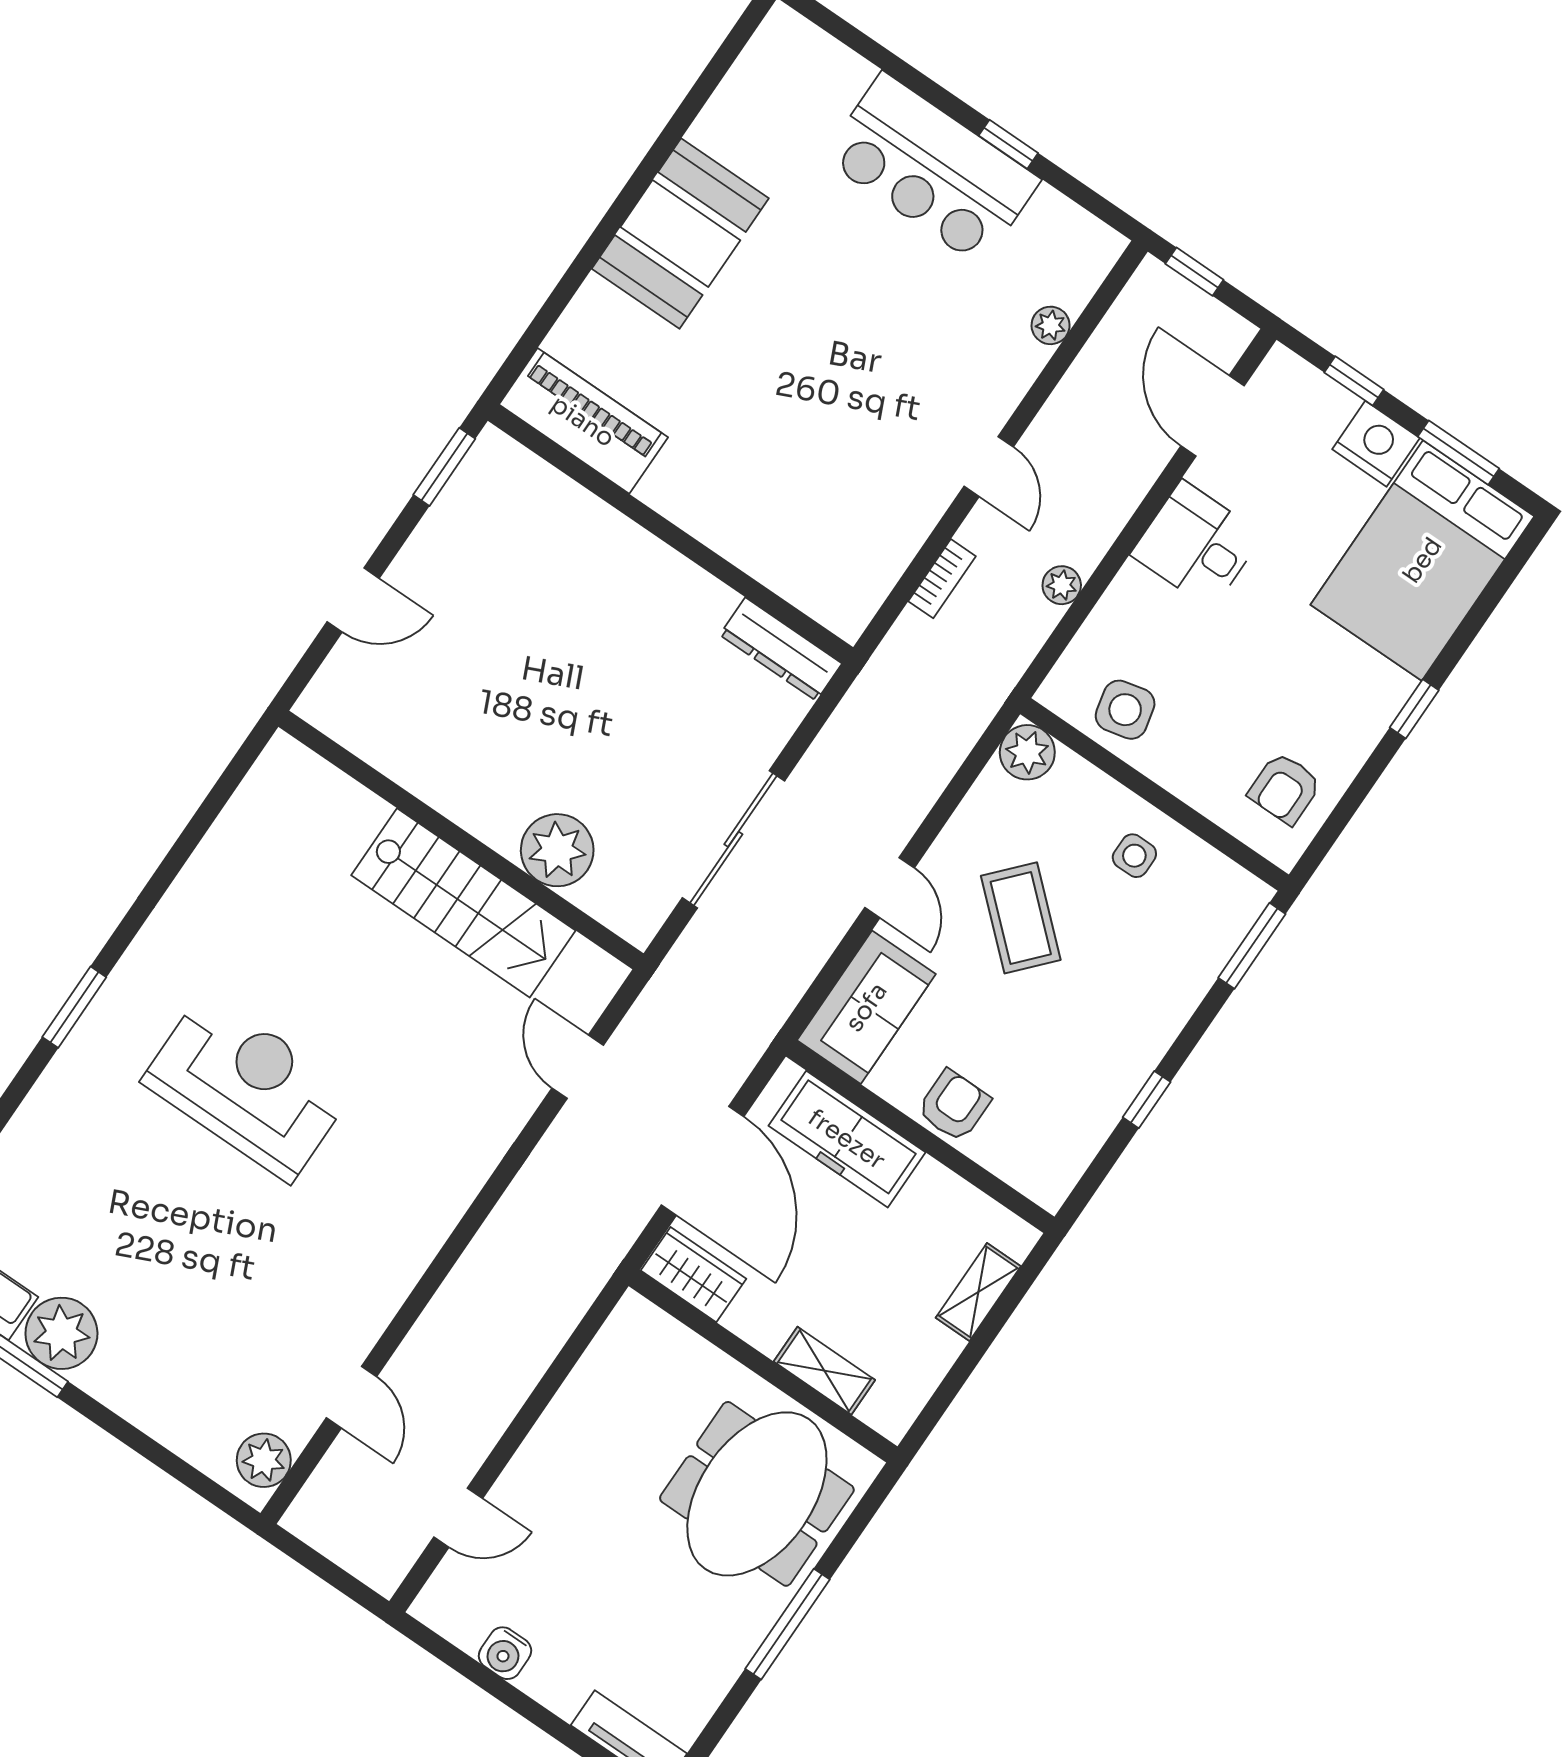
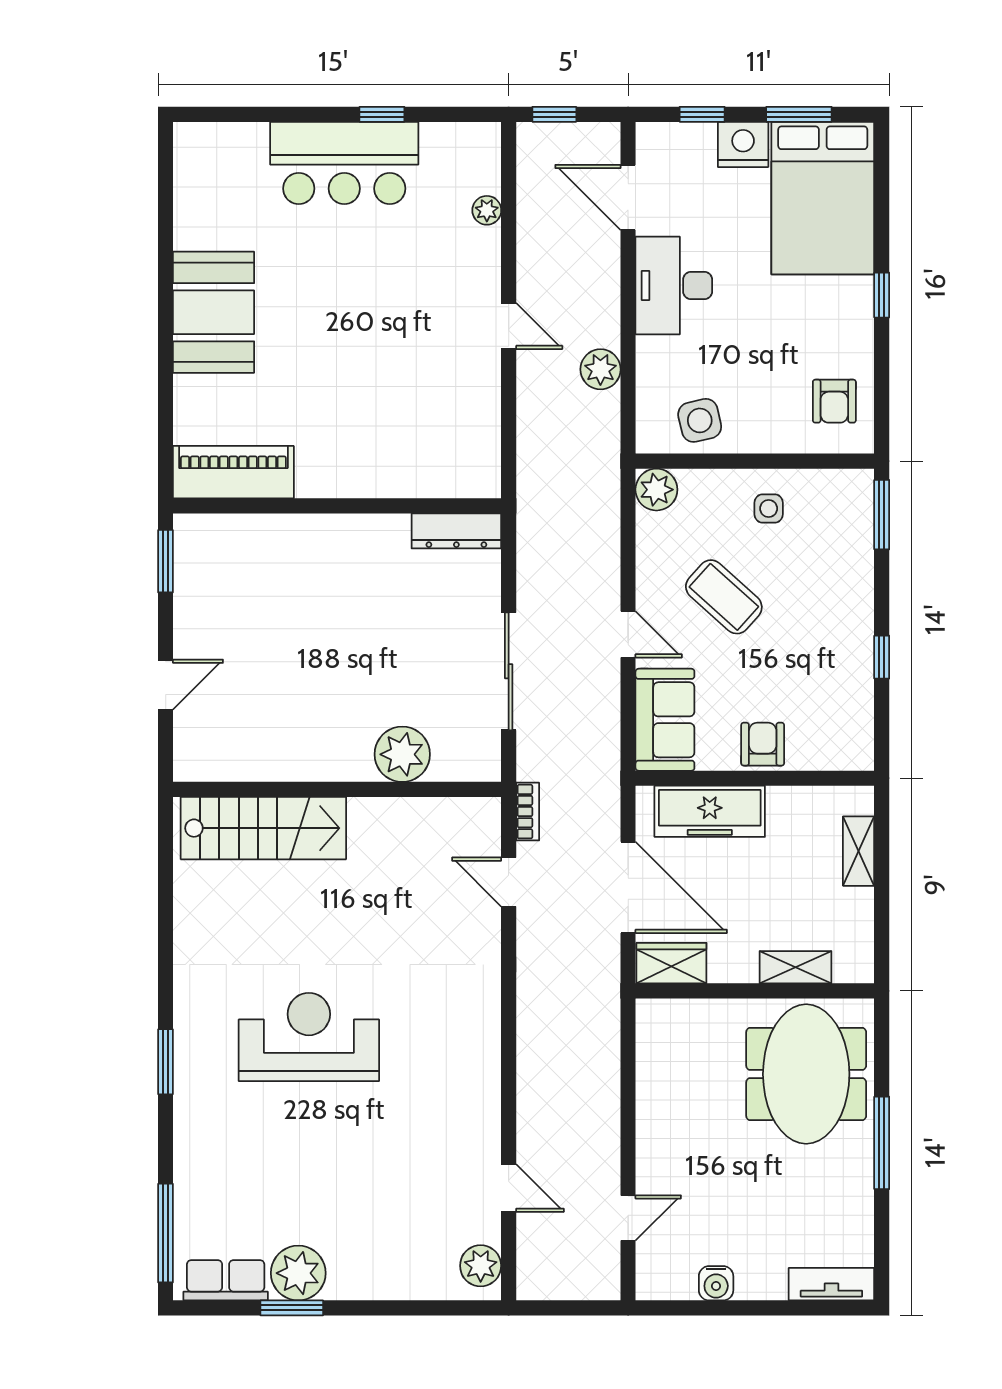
desk: (1197, 545) -> (674, 286), width x1.37
bookcase: (942, 579) -> (528, 812), moved
plant: (1062, 585) -> (600, 369), width x1.38, depth x1.38
stairs: (463, 903) -> (263, 828), moved

